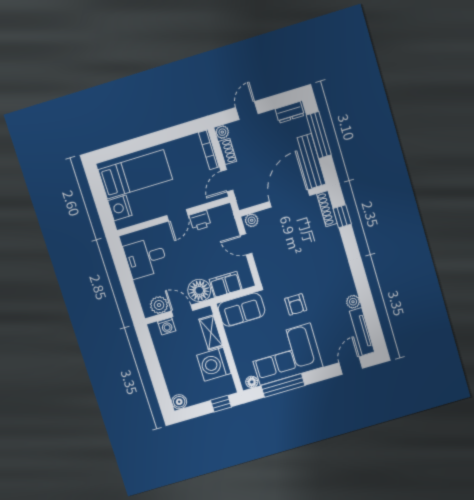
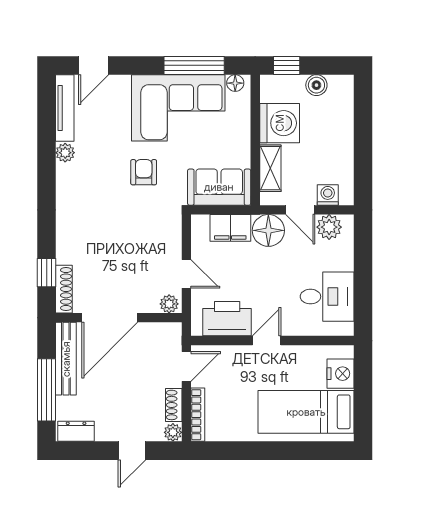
printer: (200, 221) -> (227, 319), width x1.87, depth x1.48
boiler: (179, 402) -> (316, 85), moved

